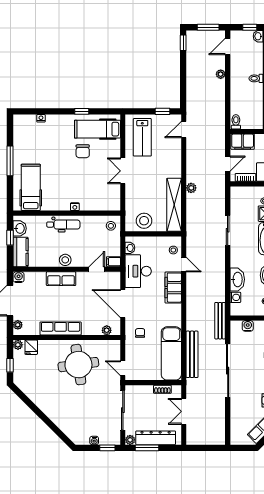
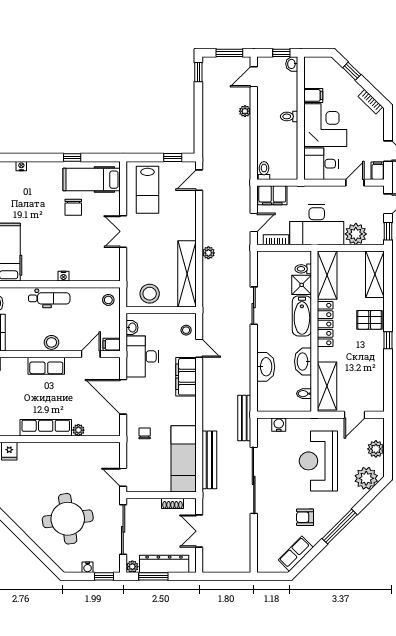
washing machine: (235, 297) -> (263, 389), removed
plant: (107, 330) -> (78, 430), moved
round table: (78, 365) -> (68, 519), moved

